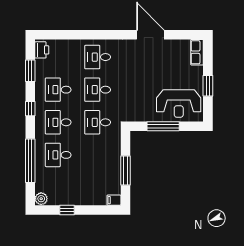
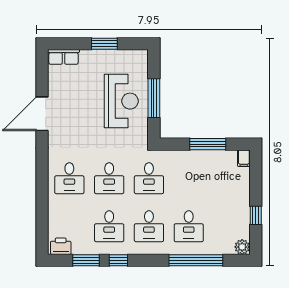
reception desk: (179, 103) -> (121, 101), moved
window: (30, 109) -> (118, 260), moved

